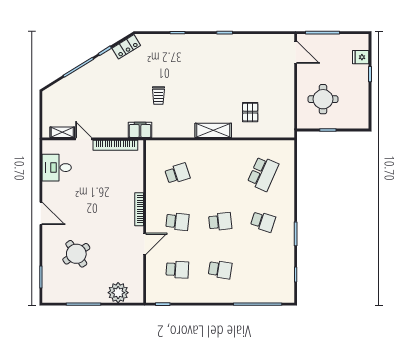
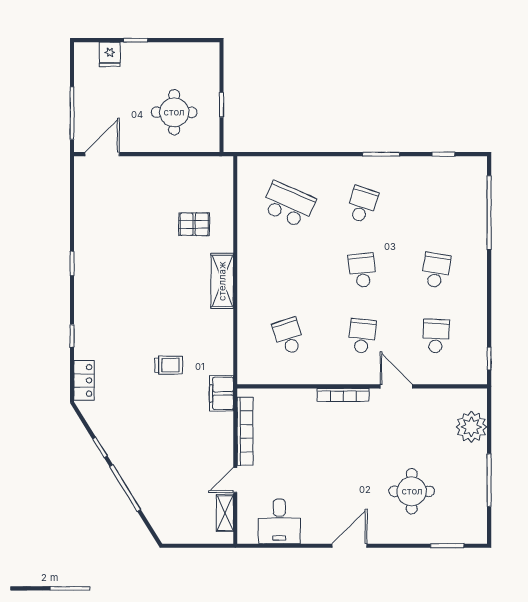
locker: (126, 47) -> (84, 380), moved, turned 32
round table: (76, 254) -> (412, 491), turned 34

